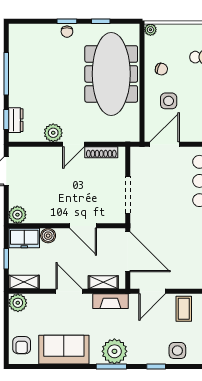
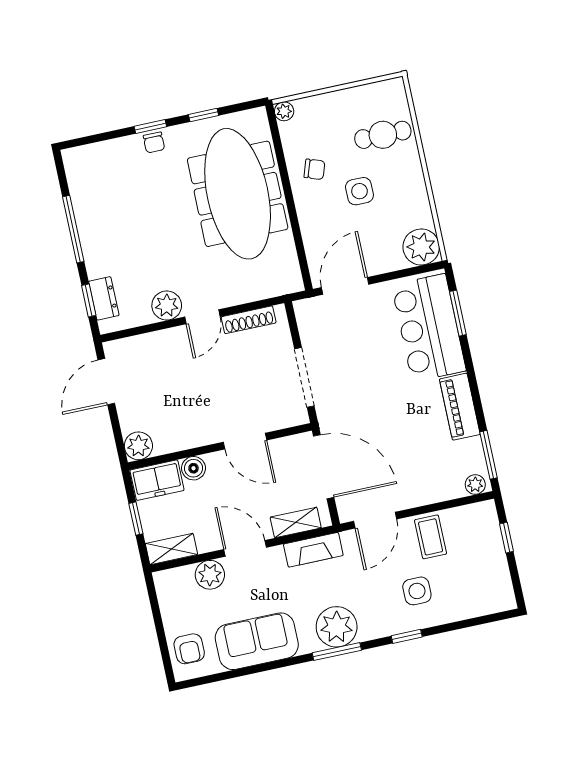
side table: (169, 101) -> (359, 191), moved
plant: (18, 303) -> (210, 575), moved
side table: (177, 351) -> (417, 591), moved

